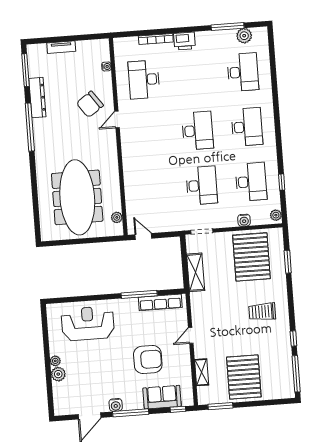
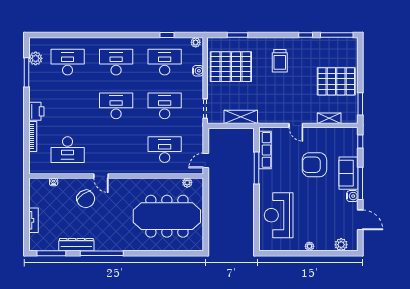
desk: (152, 189) -> (165, 150), added
armchair: (148, 360) -> (314, 165), turned -90
plant: (58, 374) -> (341, 245), moved
sofa: (162, 397) -> (349, 173), moved

